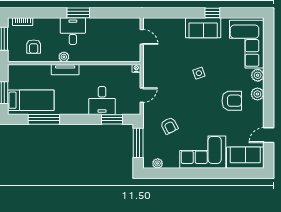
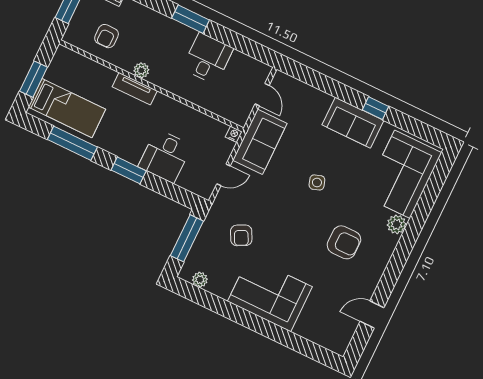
desk: (73, 31) -> (208, 58), moved
plant: (257, 94) -> (384, 250), removed
window: (112, 119) -> (129, 170), moved
sofa: (245, 158) -> (260, 142), moved, turned 90

